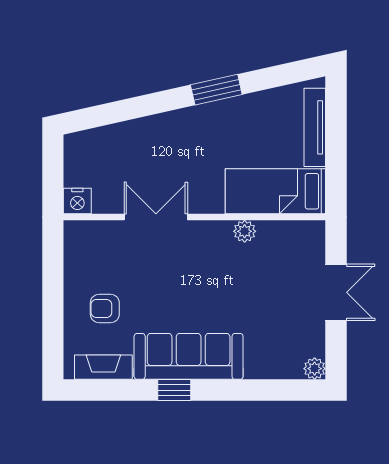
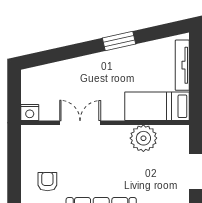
plant: (245, 231) -> (143, 138), width x1.87, depth x1.87
armchair: (105, 308) -> (47, 182), turned 90

